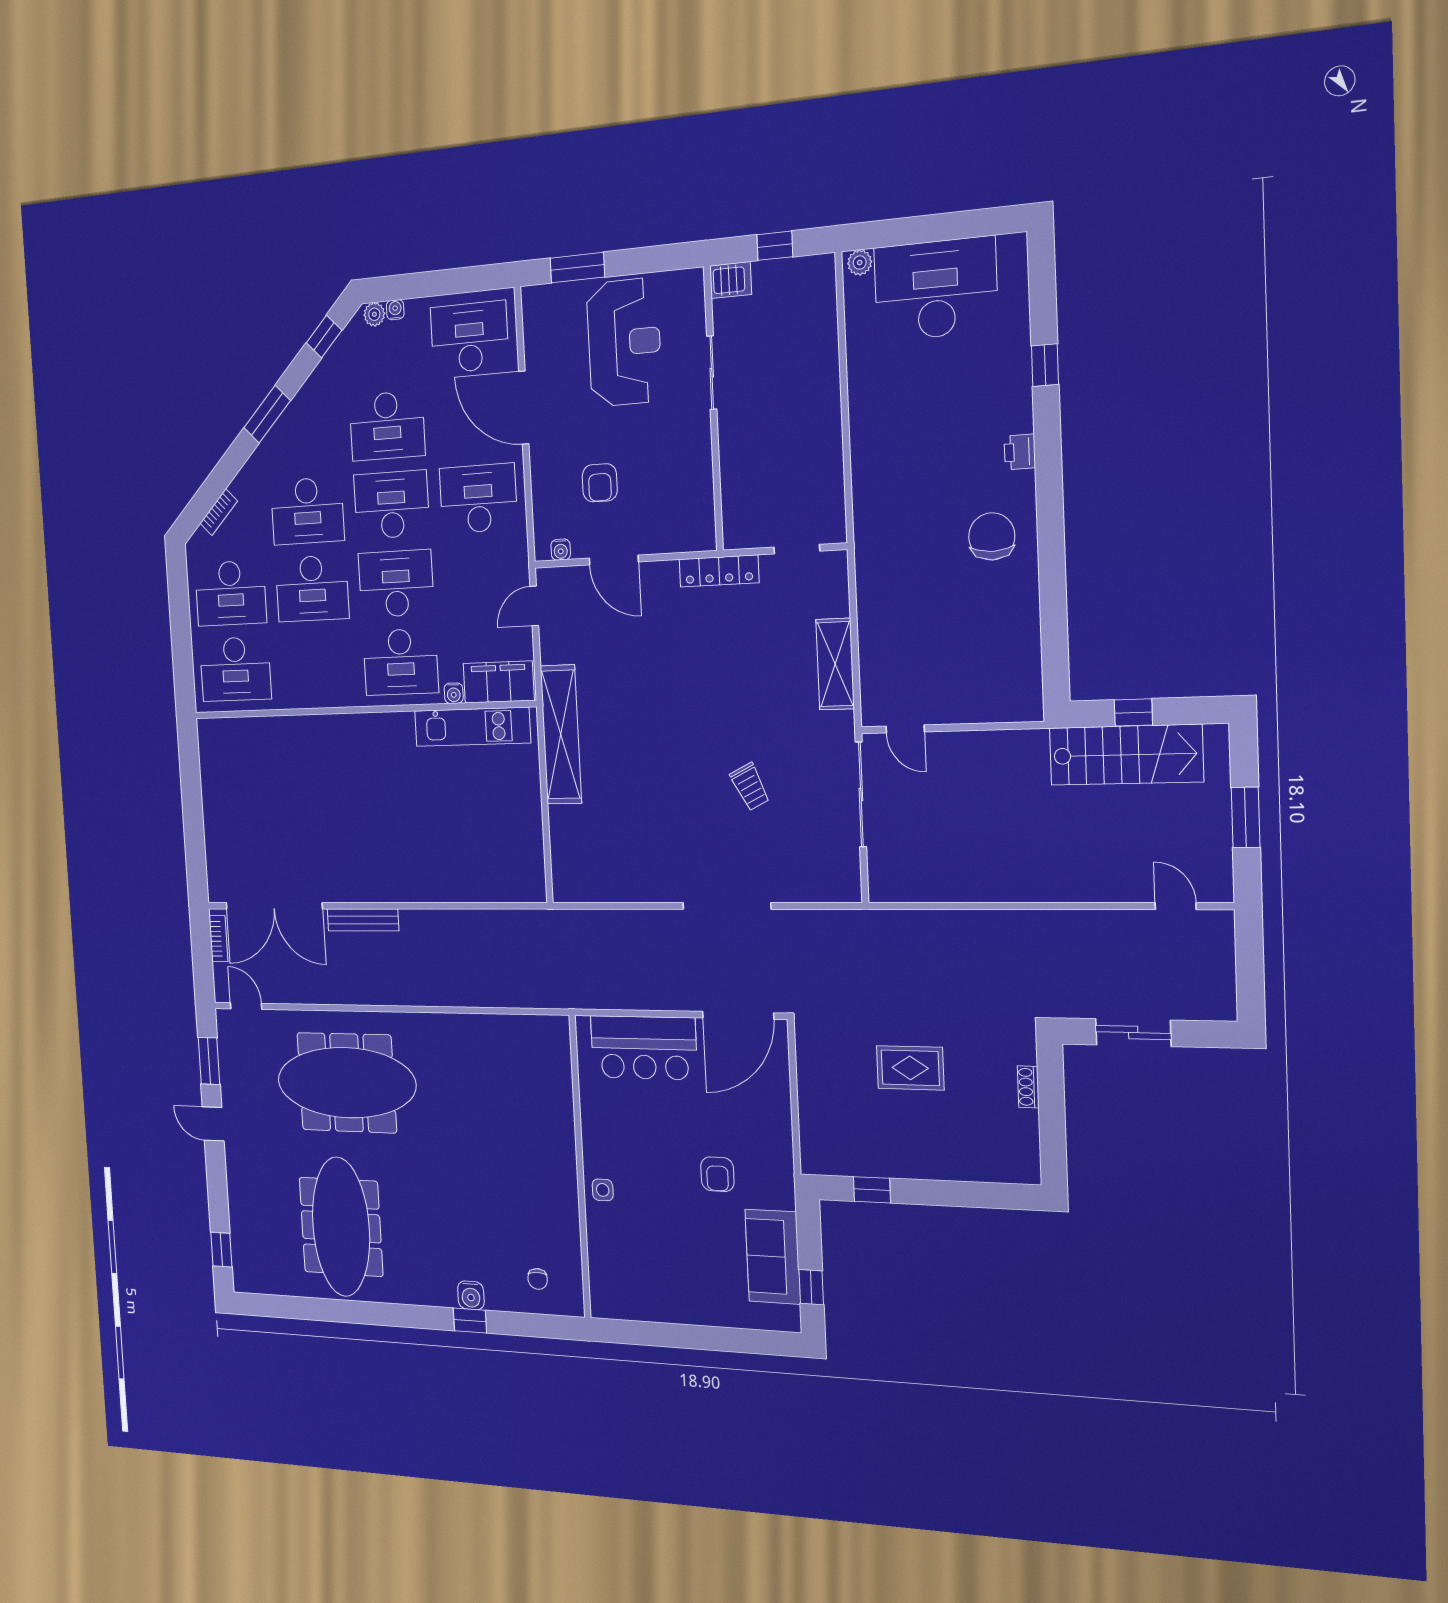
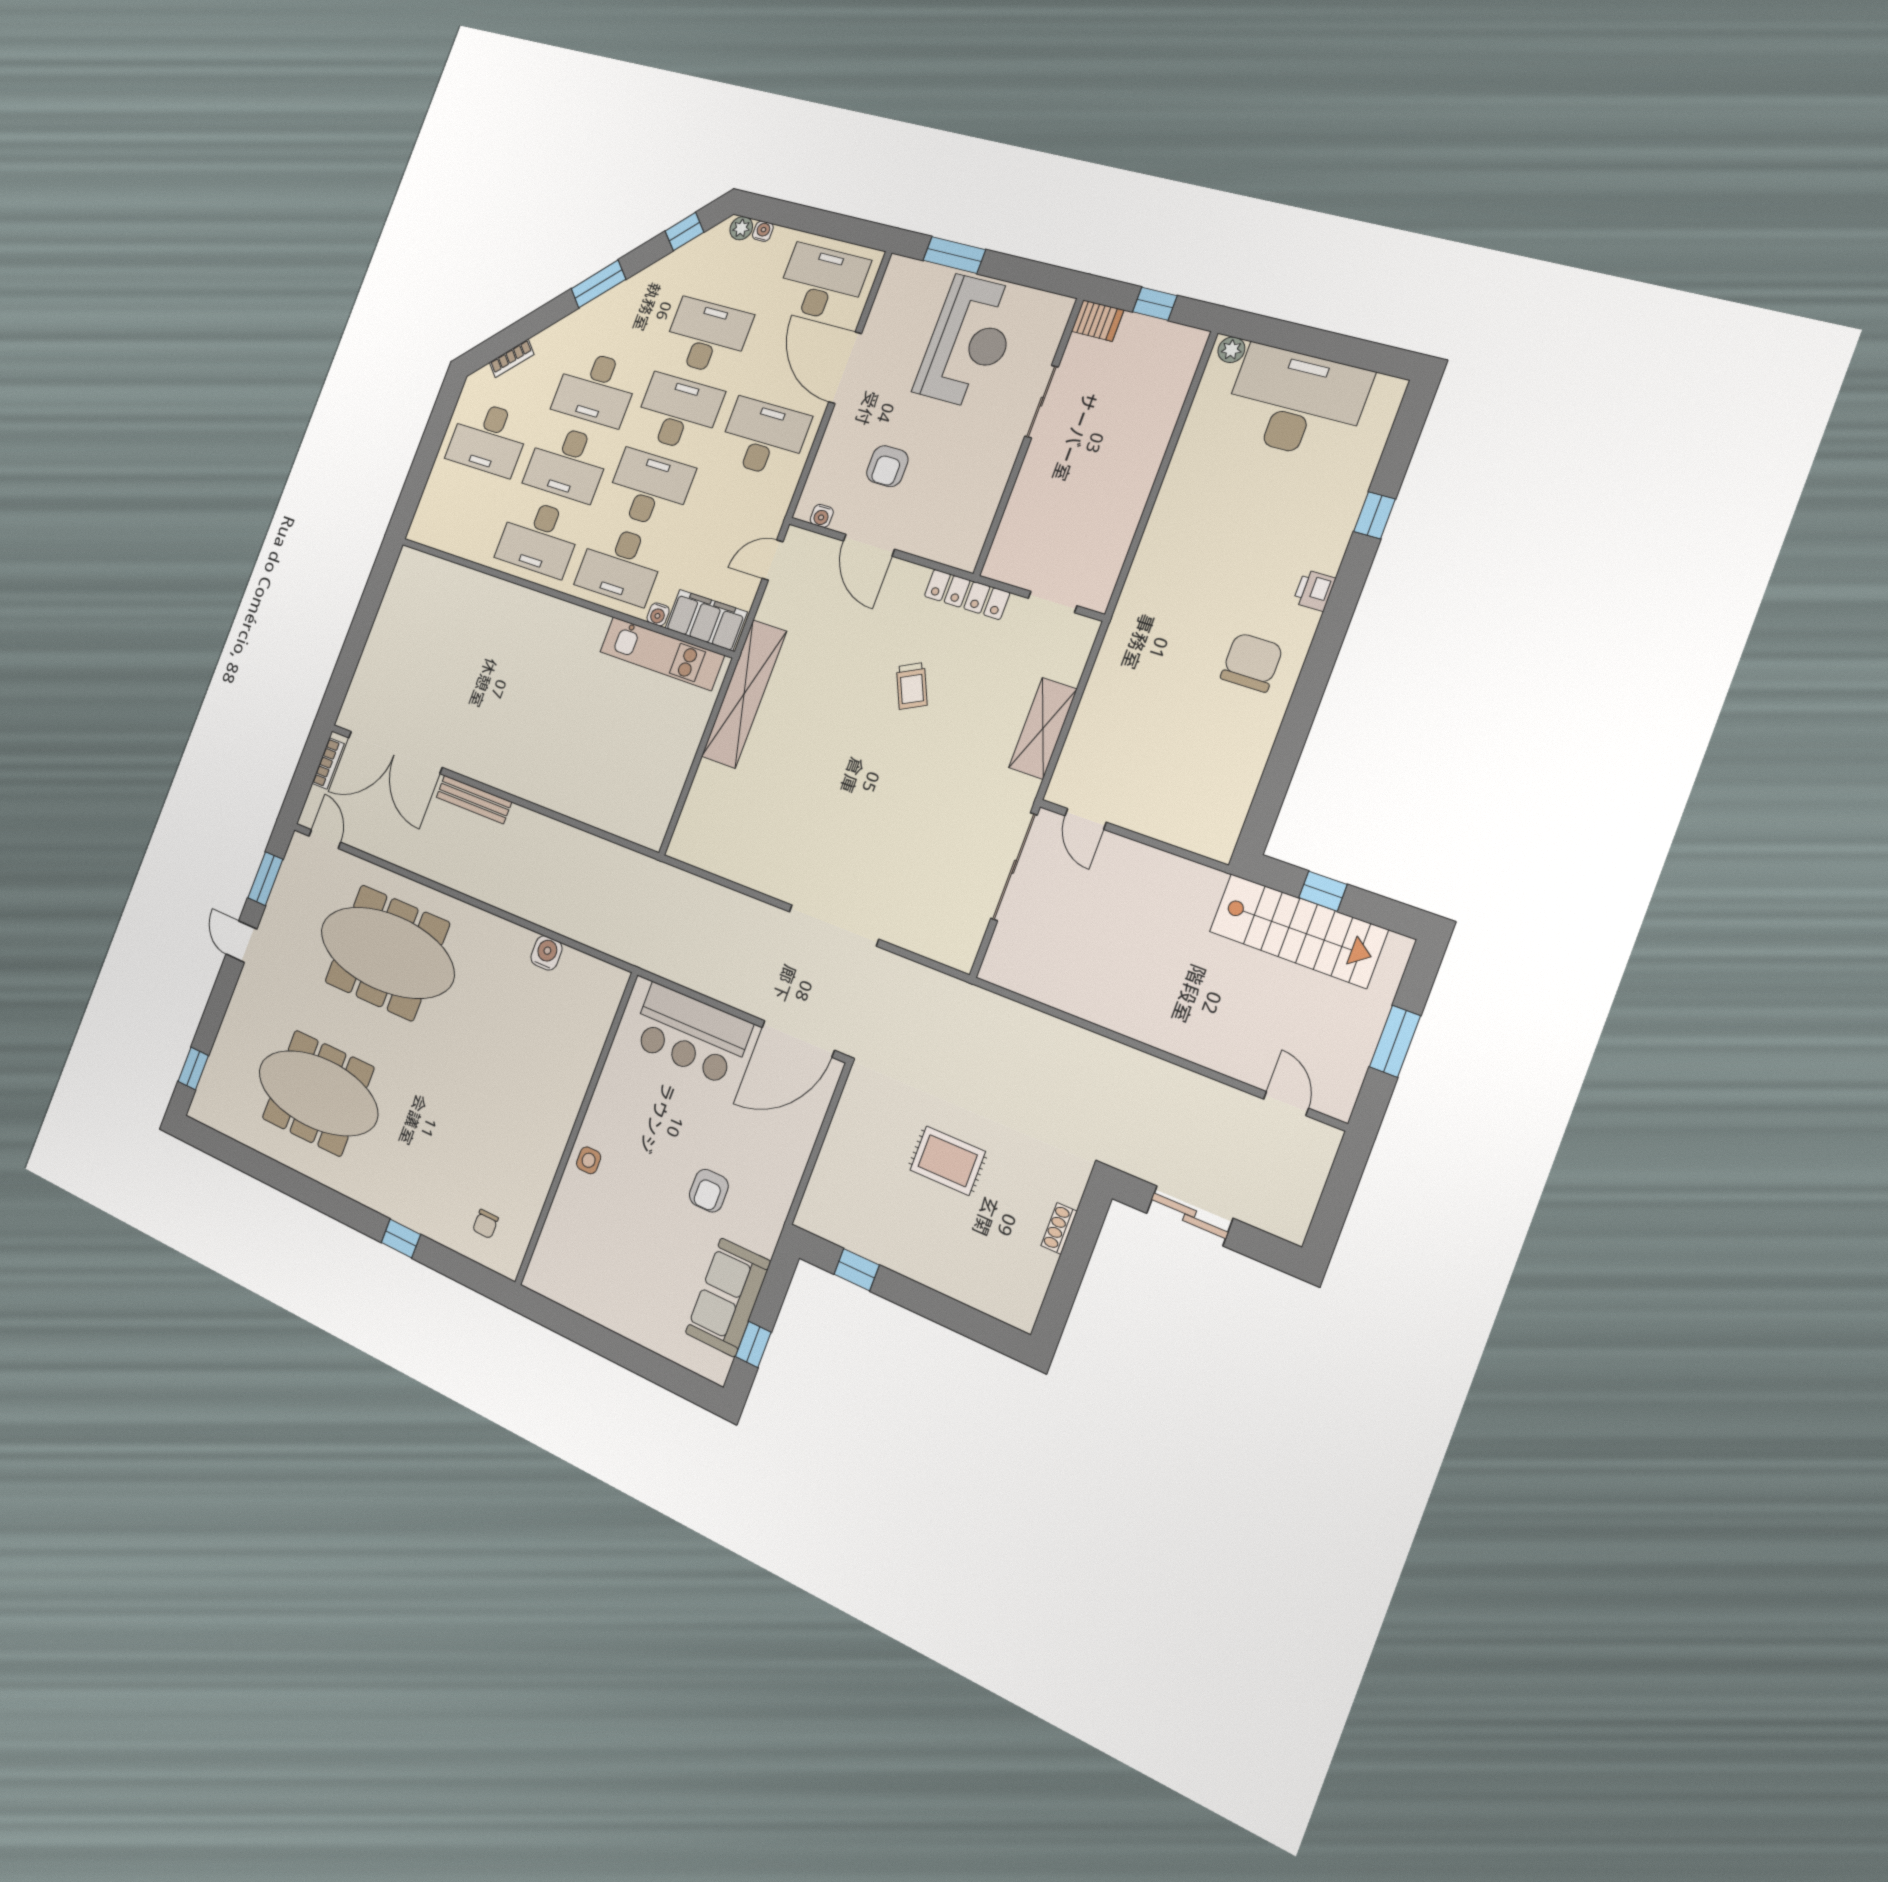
desk: (387, 426) -> (707, 337), turned 180
desk: (235, 669) -> (539, 538), moved
trolley: (750, 787) -> (912, 686), moved
meeting table: (341, 1227) -> (318, 1093), turned 90
water cooler: (471, 1295) -> (546, 953), moved, turned 180

